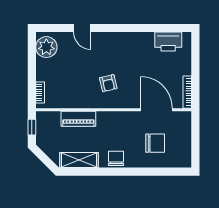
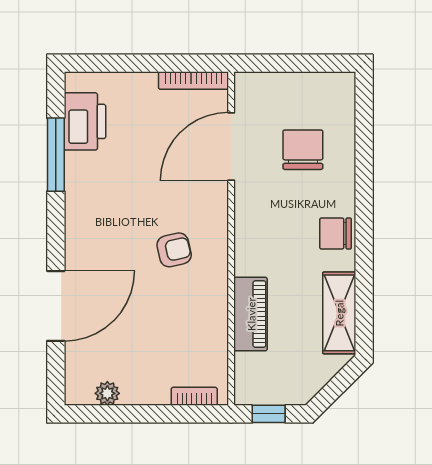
door: (82, 28) -> (56, 306), width x1.88
window: (153, 28) -> (56, 155), added
plant: (46, 47) -> (107, 393), width x0.53, depth x0.53

